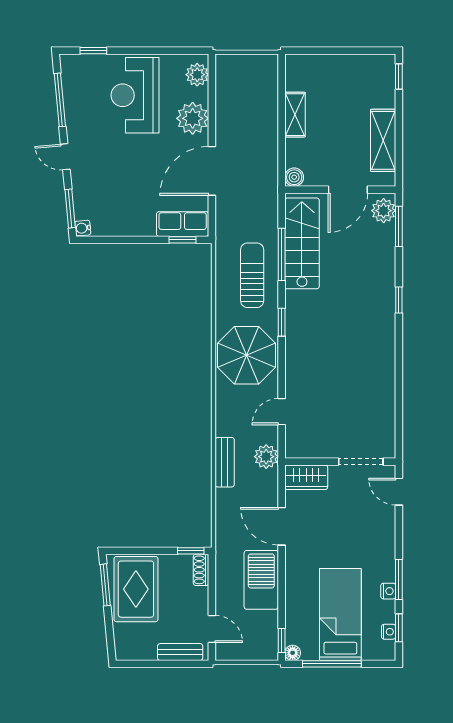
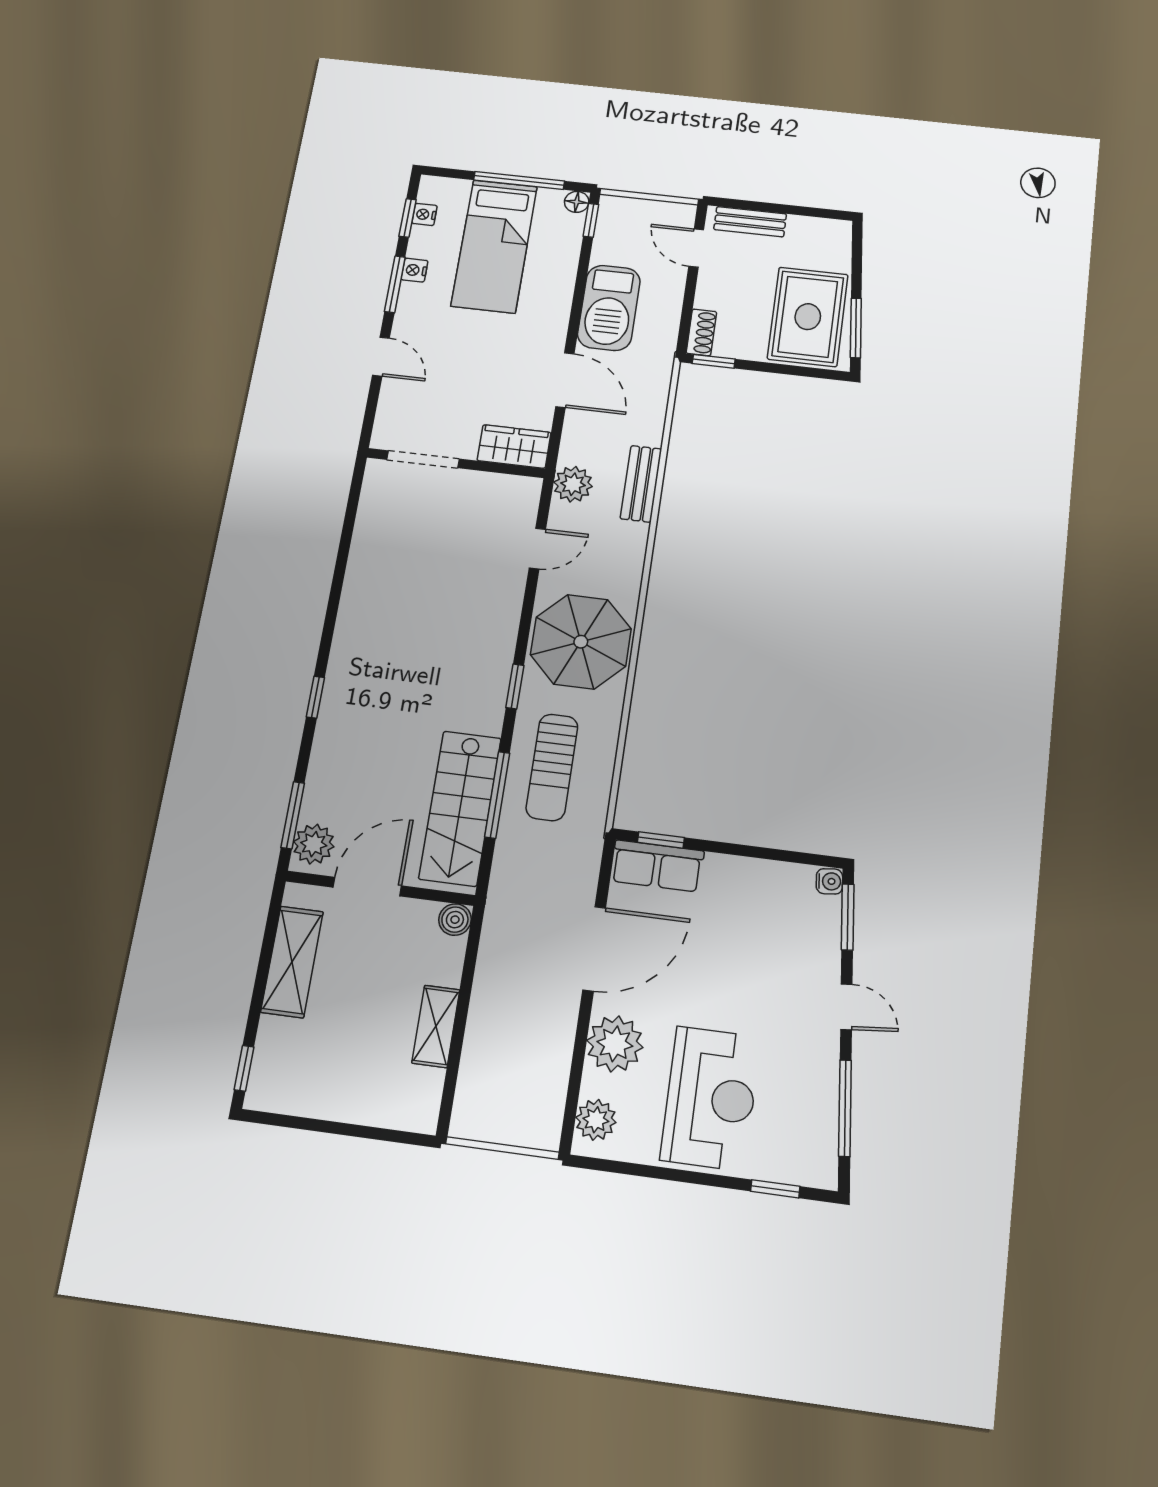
door: (399, 492) -> (381, 357), moved

